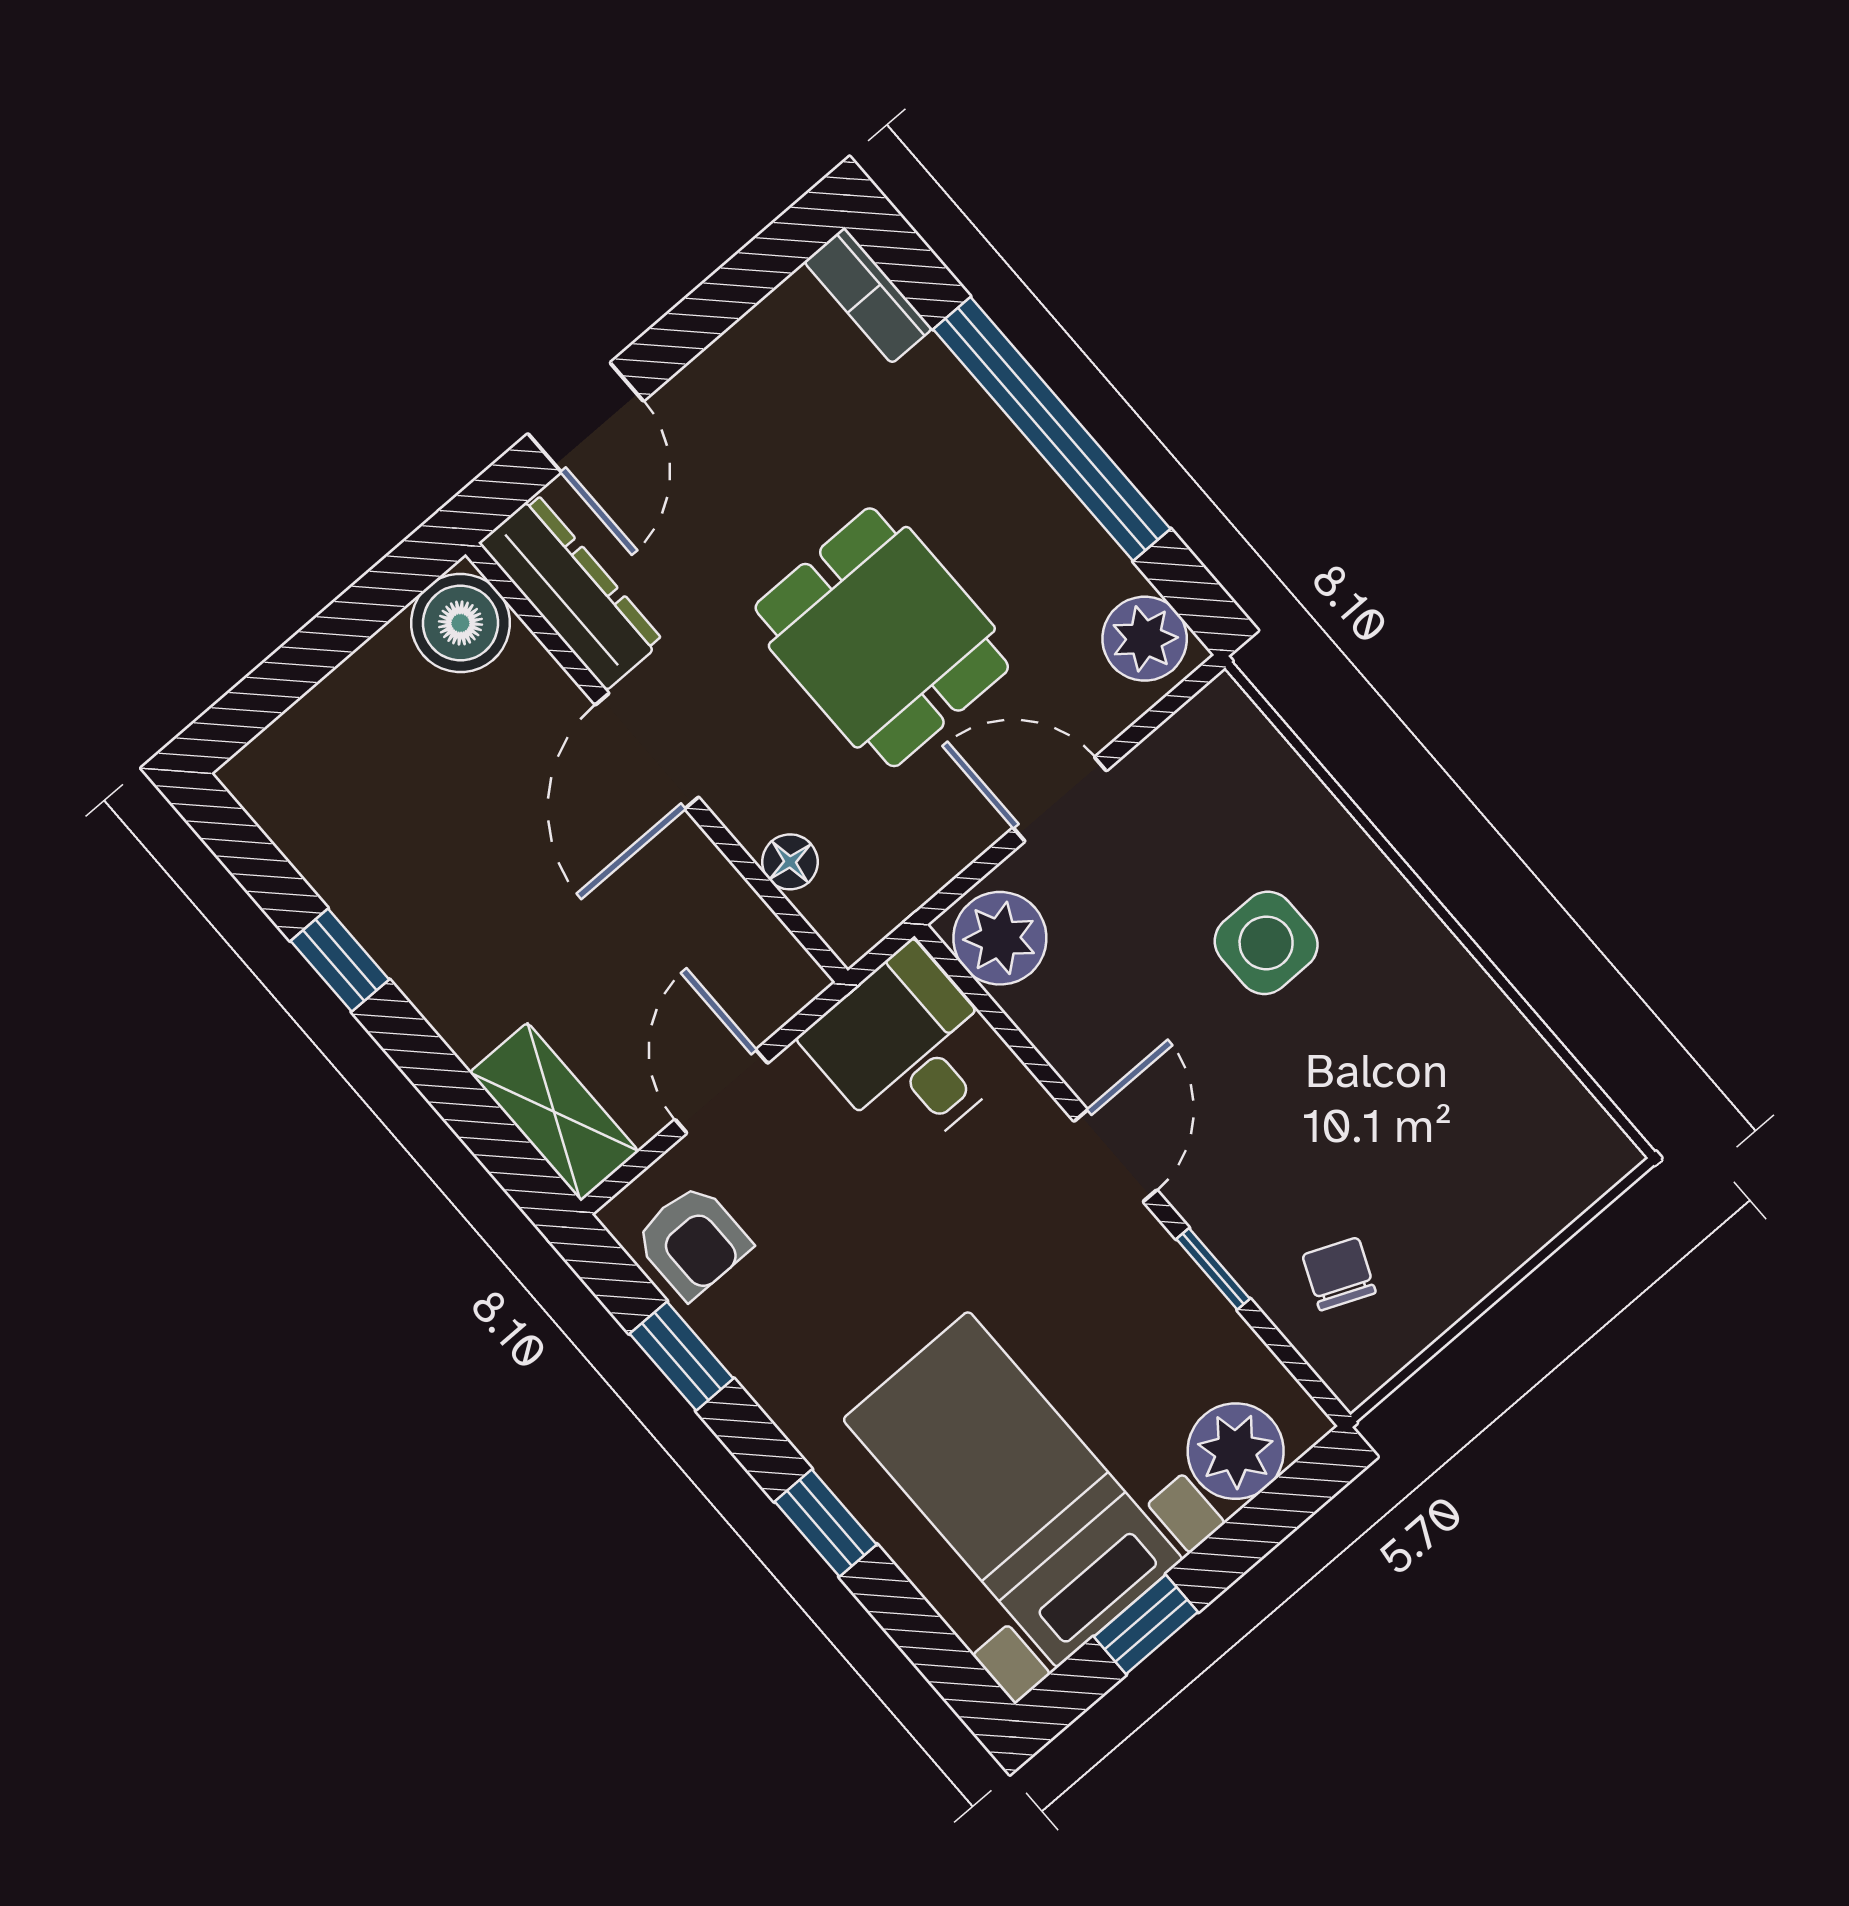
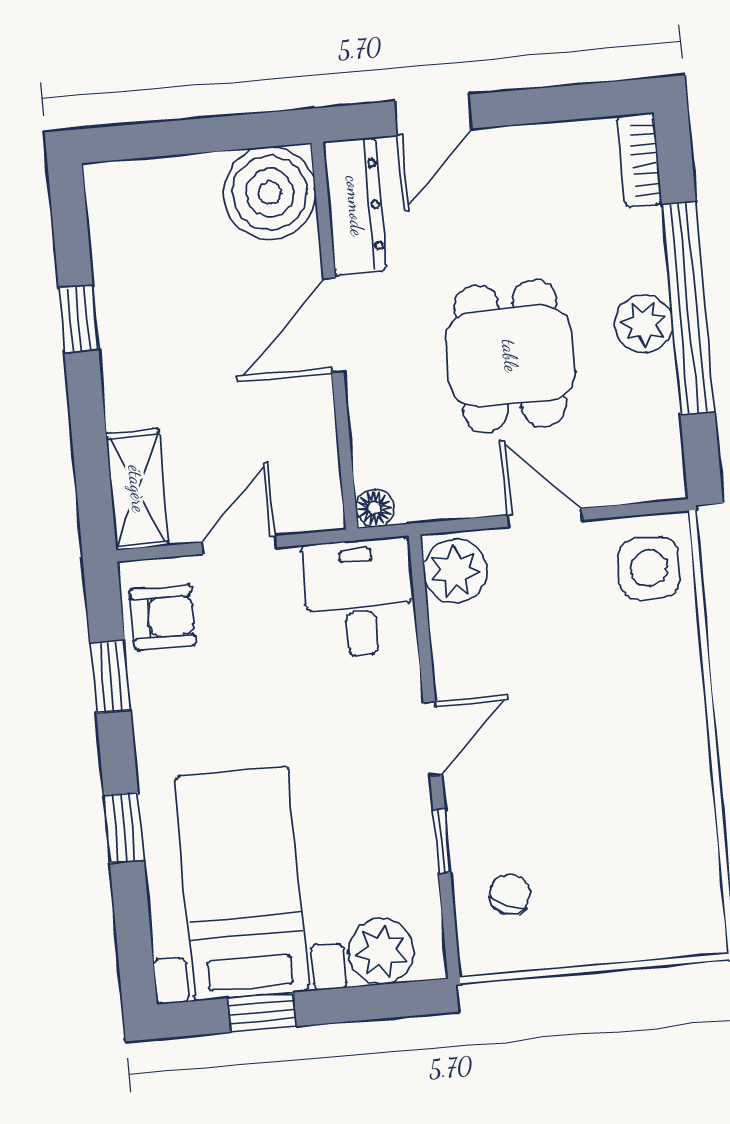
boiler: (460, 623) -> (270, 193), width x1.37, depth x1.37
plant: (1145, 639) -> (644, 324), moved
floor lamp: (790, 862) -> (375, 508), moved
side table: (1266, 943) -> (649, 568), moved
armchair: (693, 1241) -> (163, 617), turned -90

